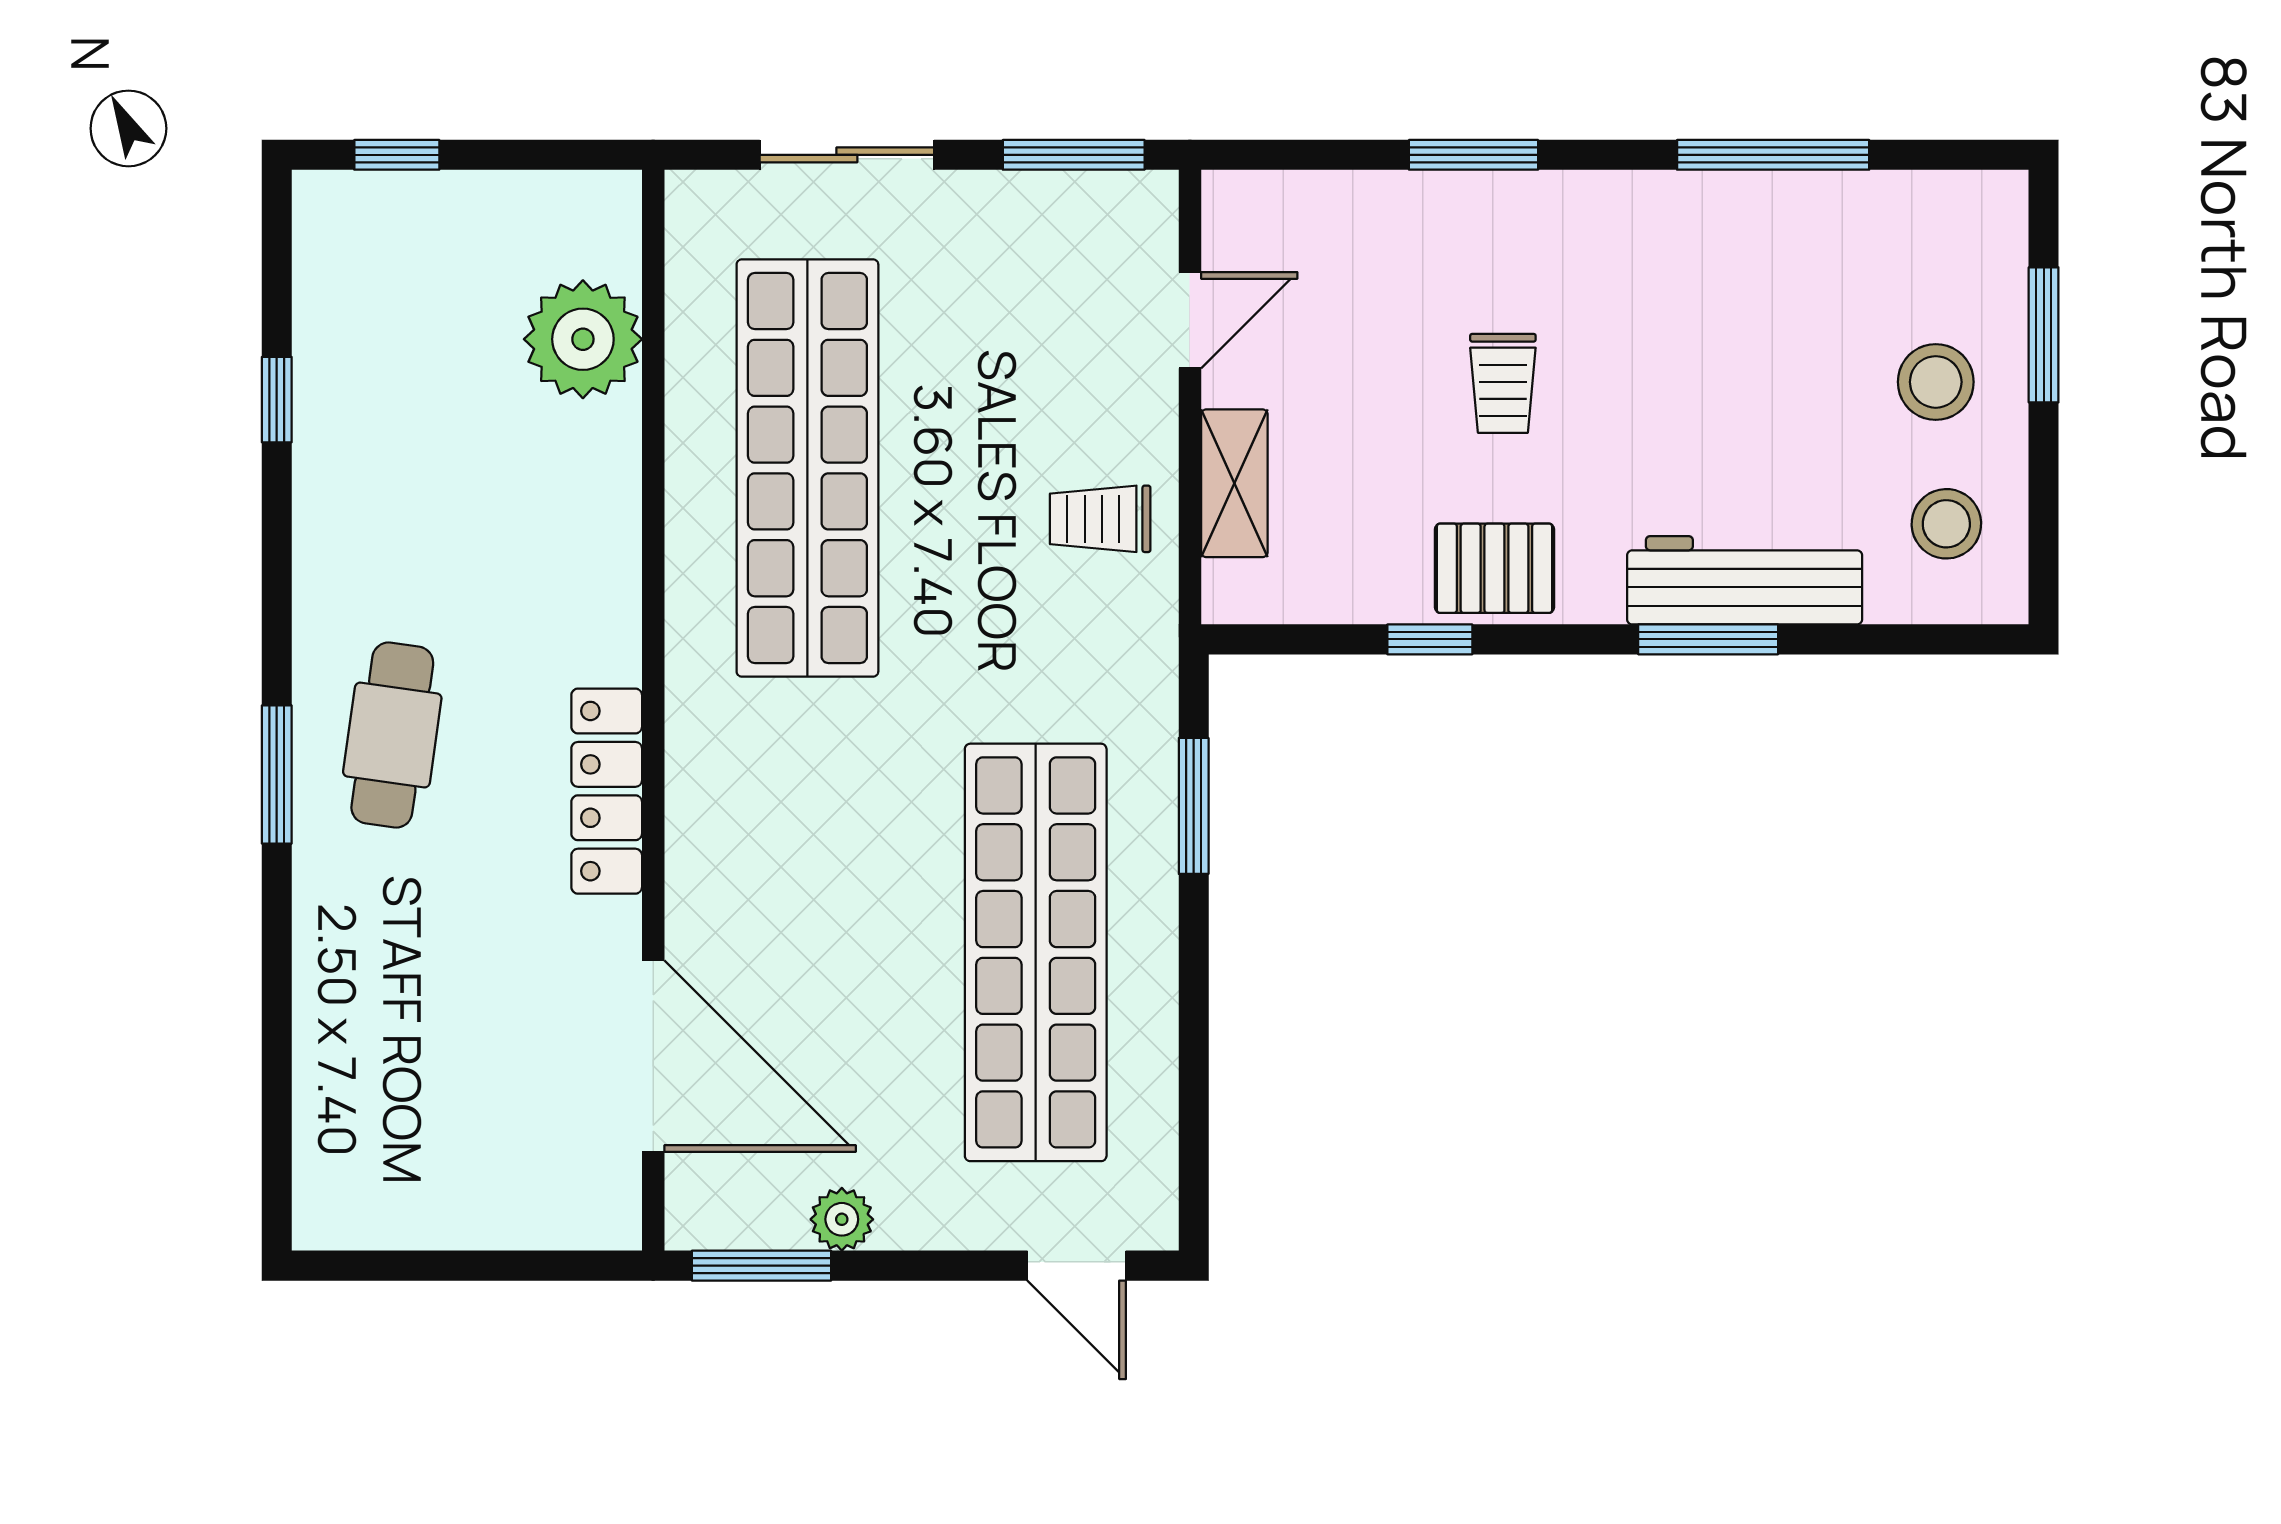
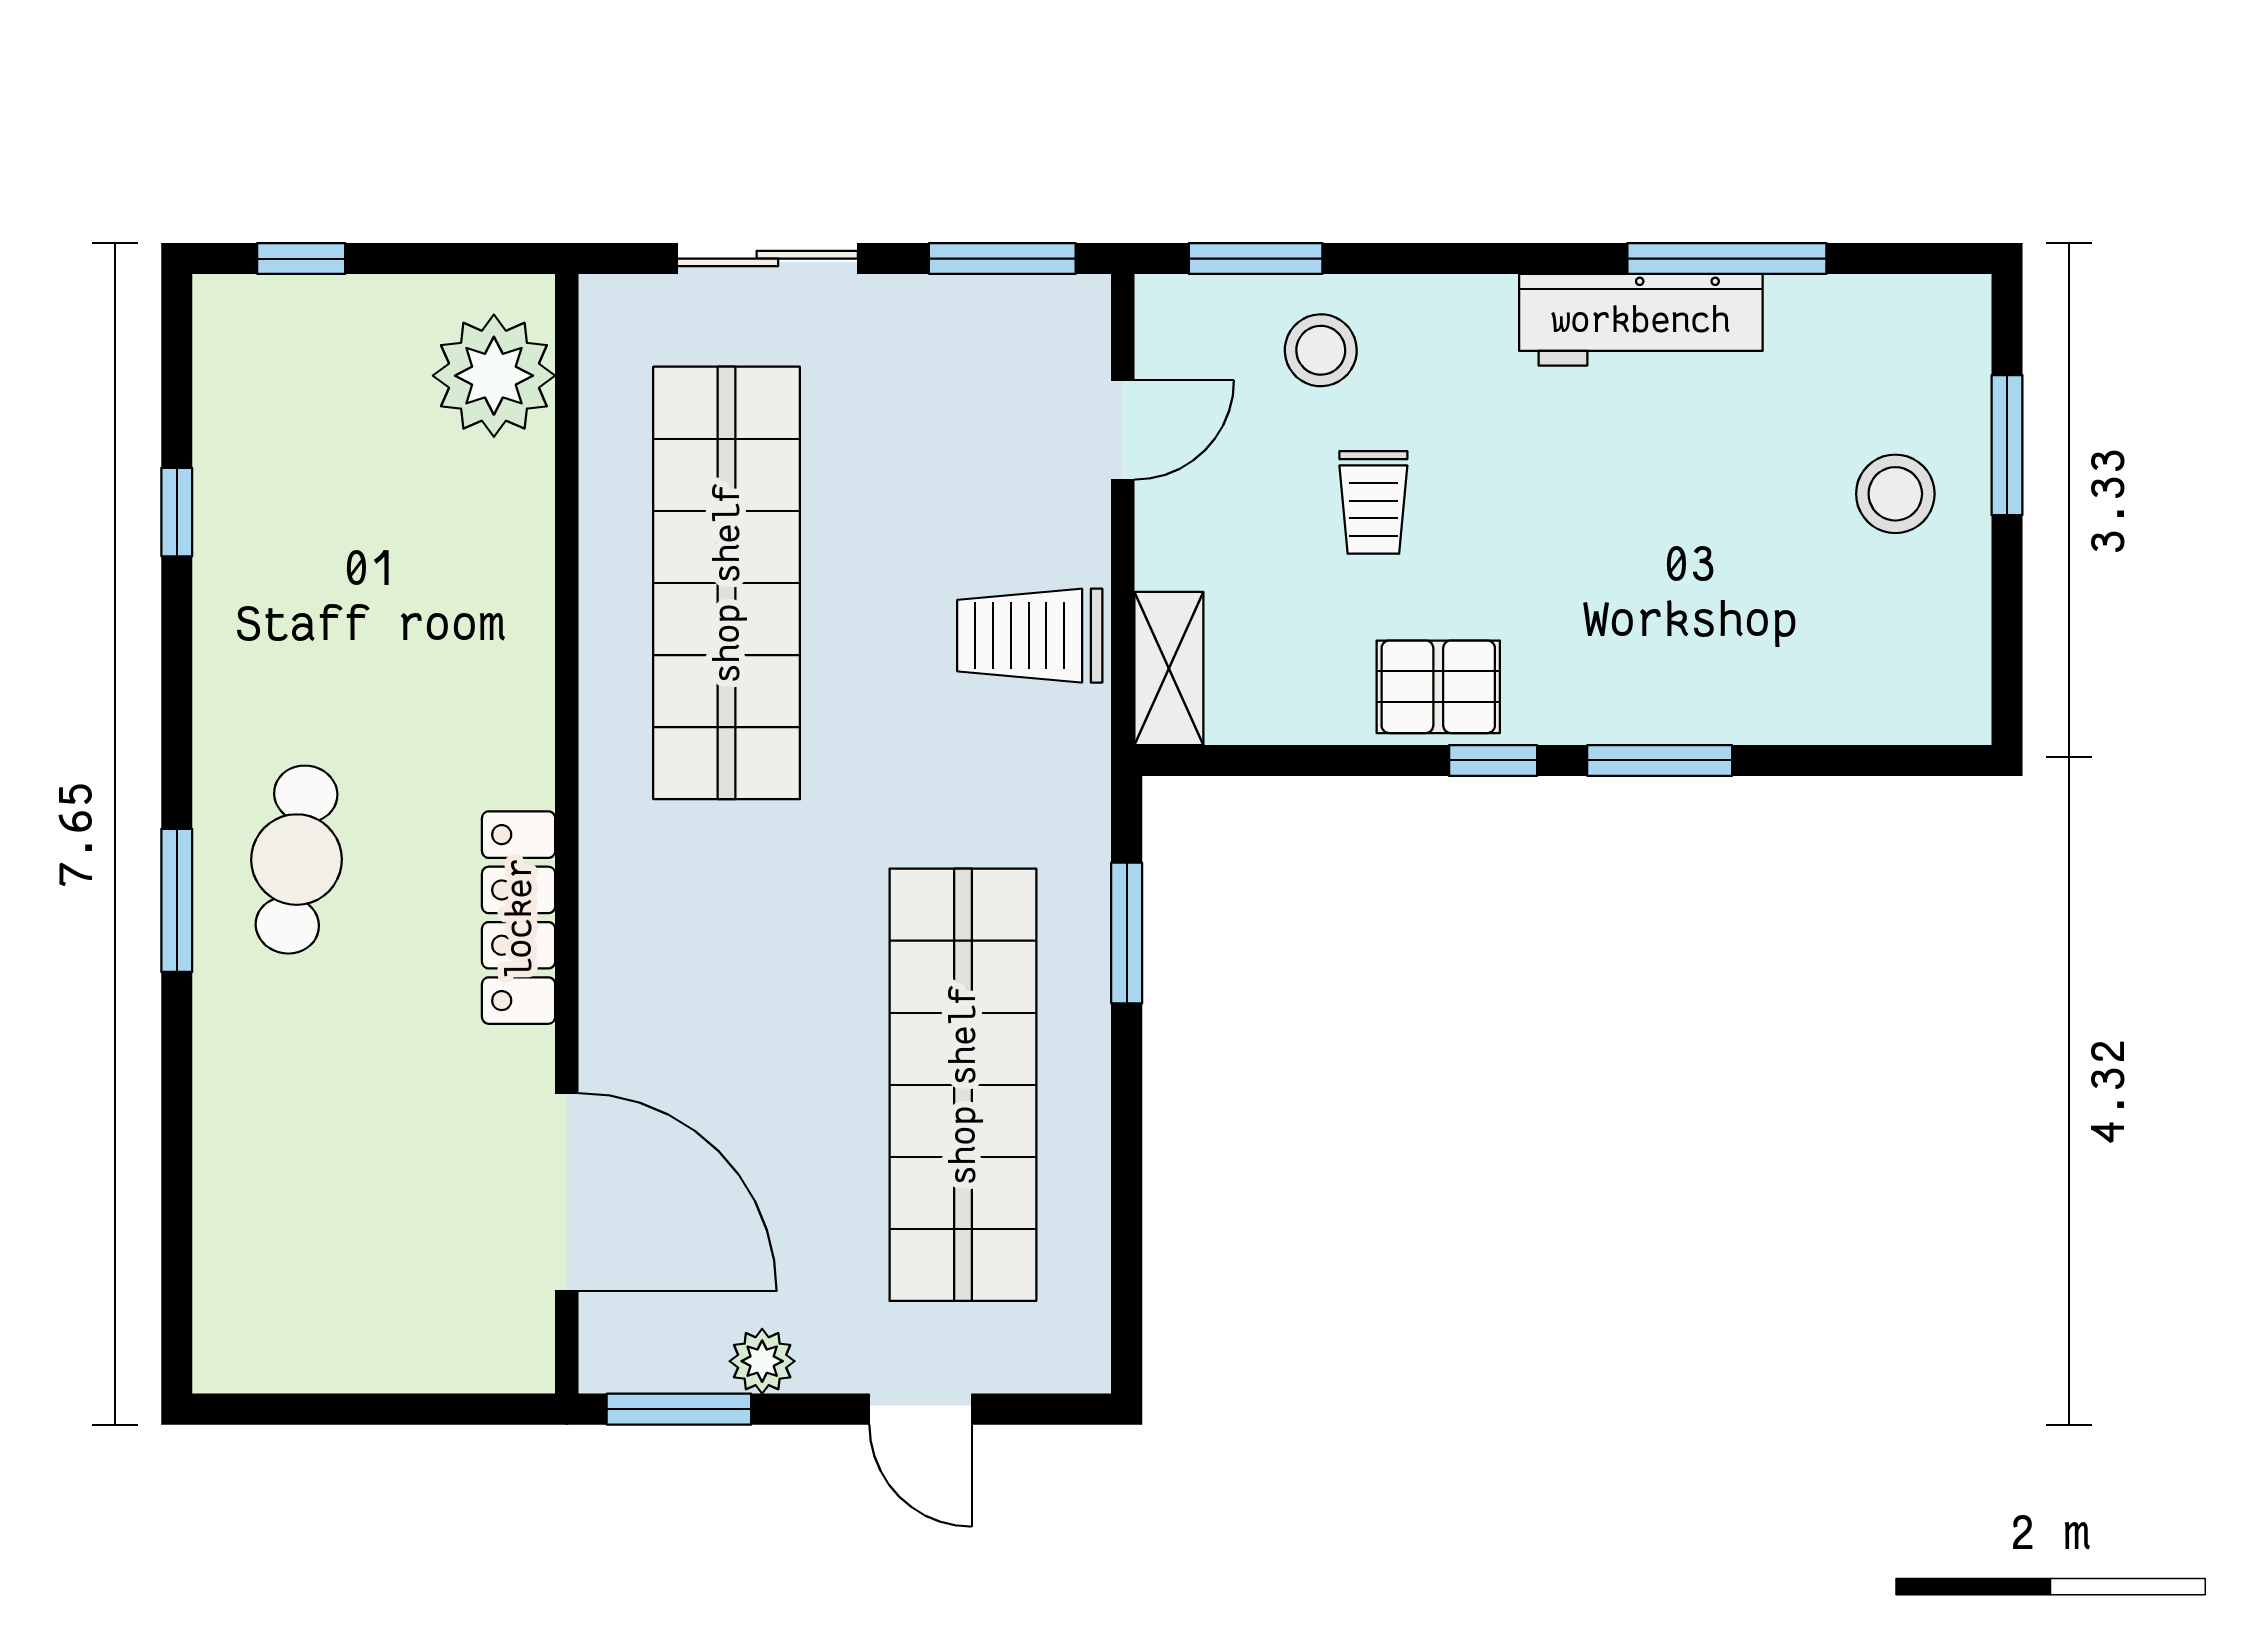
window: (1474, 155) -> (1256, 259), moved
plant: (583, 339) -> (494, 376), moved
trolley: (1503, 383) -> (1373, 502), moved
shelving: (1234, 483) -> (1169, 668), moved
trolley: (1100, 519) -> (1030, 636), width x1.36, depth x1.39
stool: (1946, 524) -> (1321, 350), moved
workbench: (1745, 580) -> (1641, 320), moved, turned 180
window: (1430, 639) -> (1493, 760), moved
door: (1077, 1266) -> (921, 1409), moved

